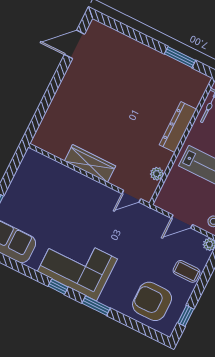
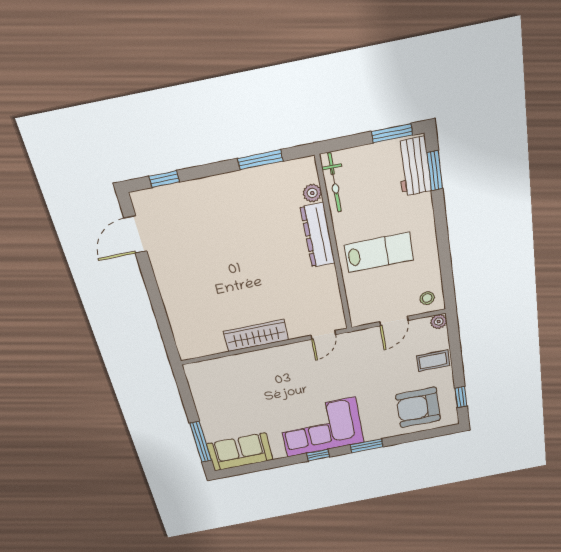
window: (118, 26) -> (164, 179), added
plant: (157, 174) -> (312, 193), moved

